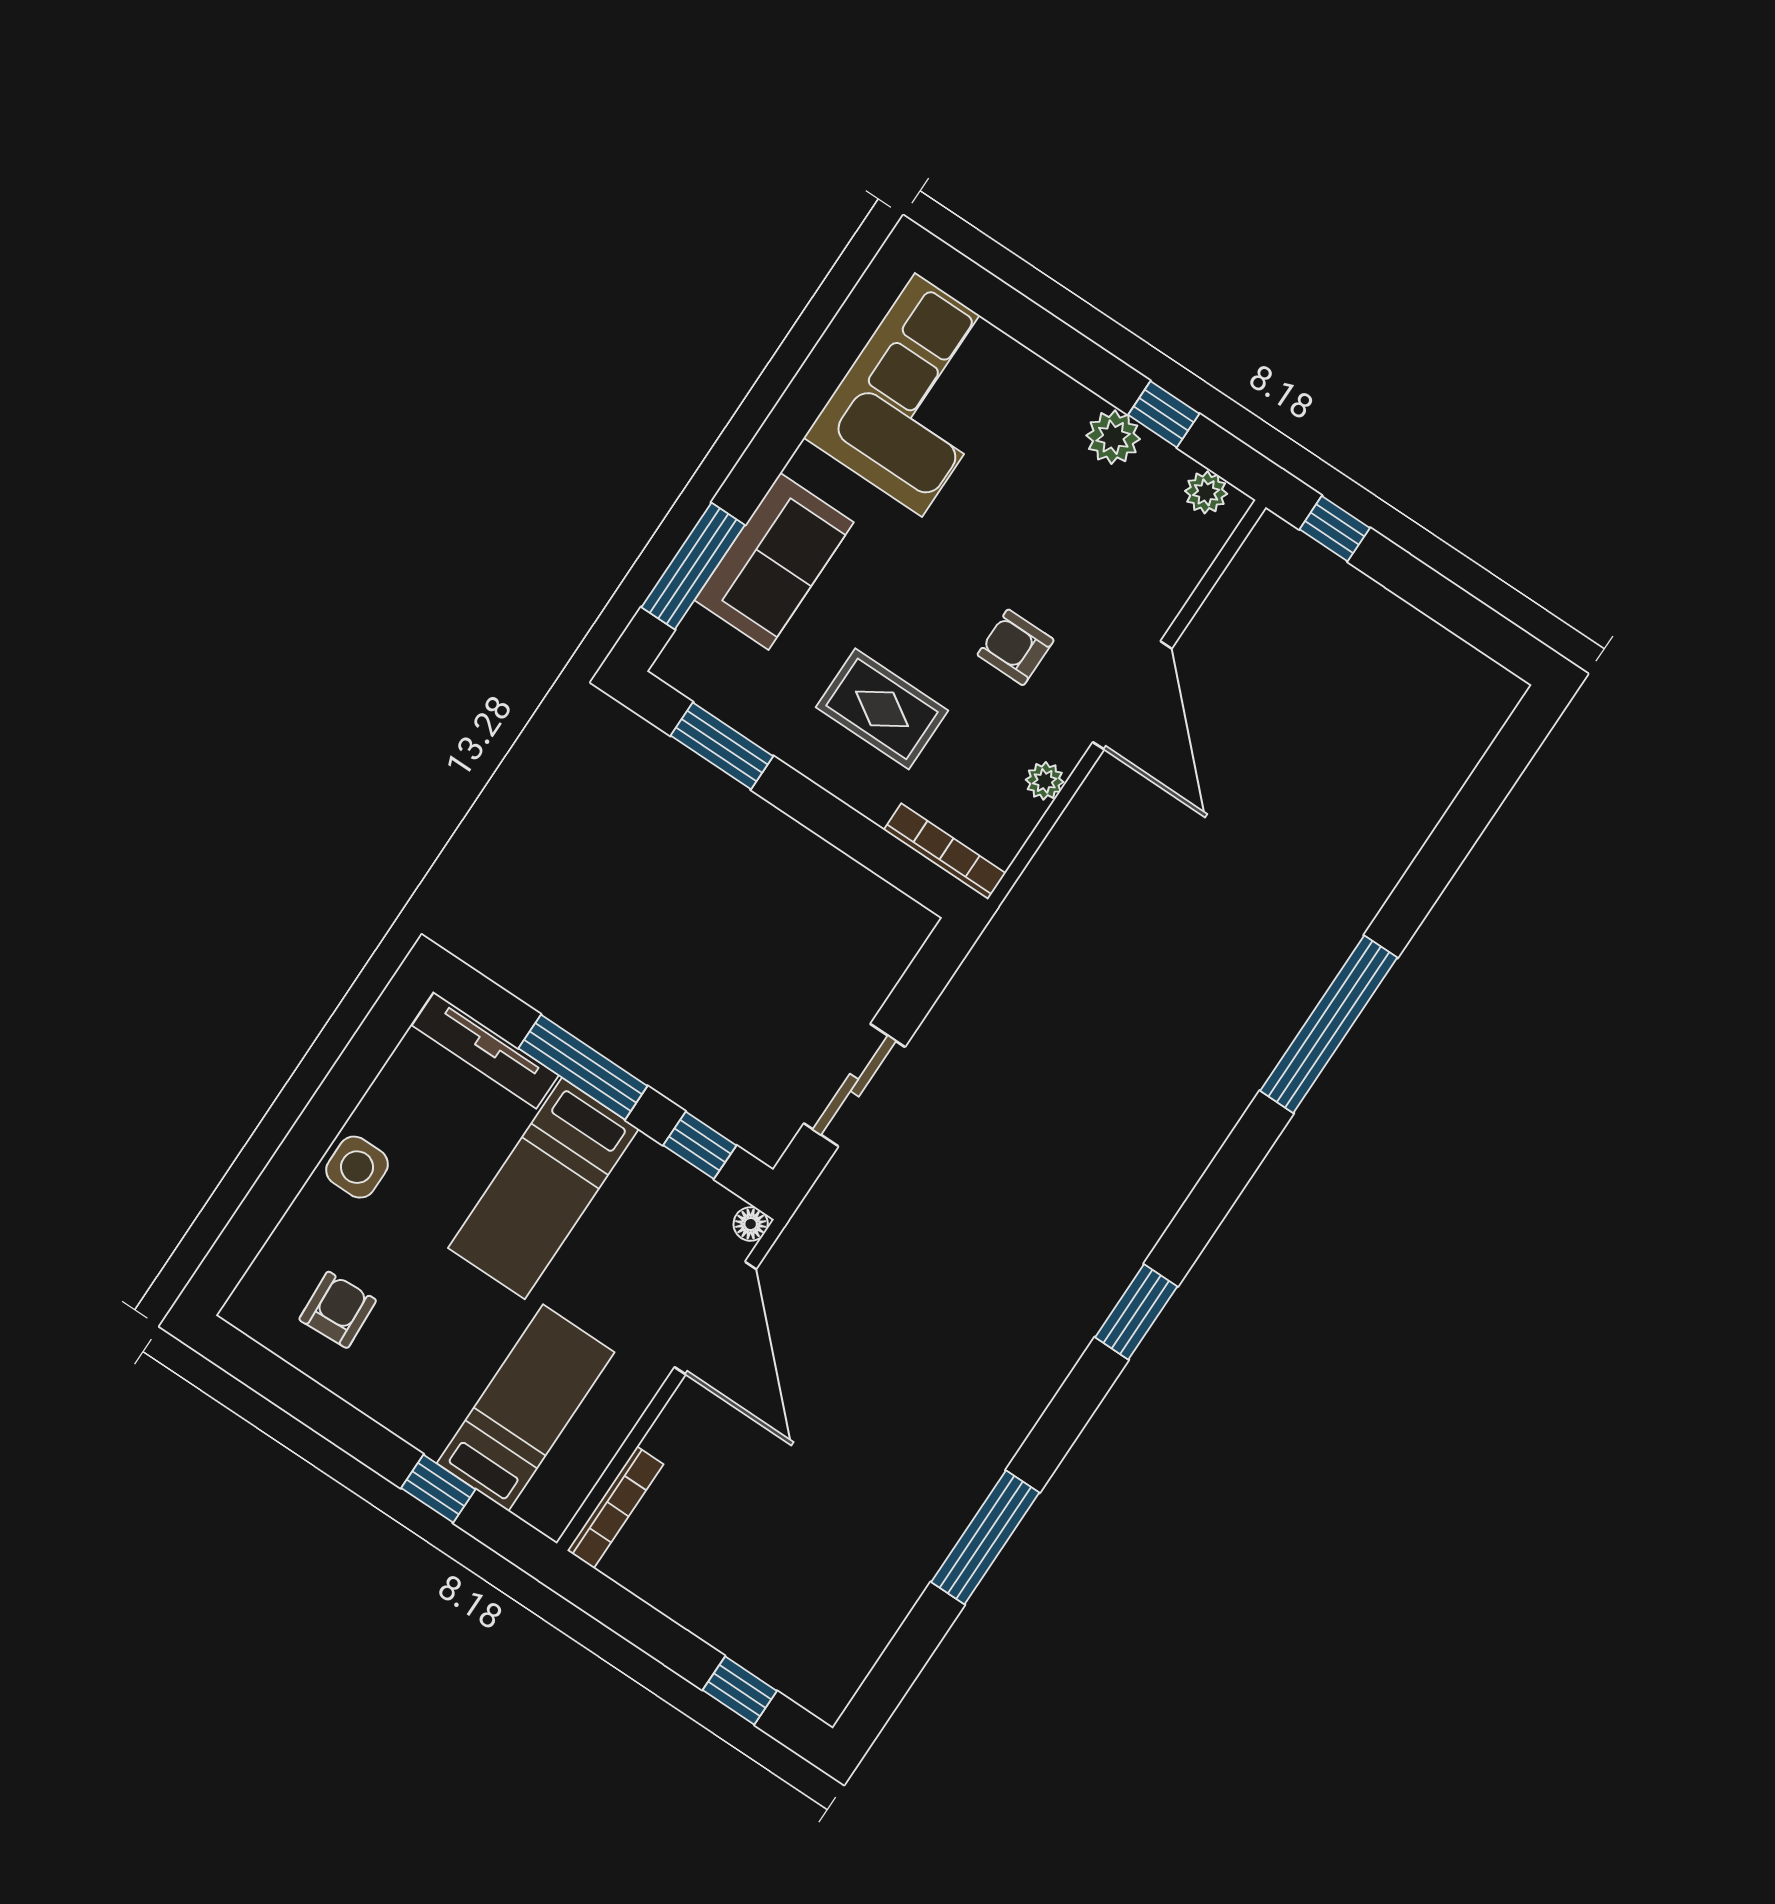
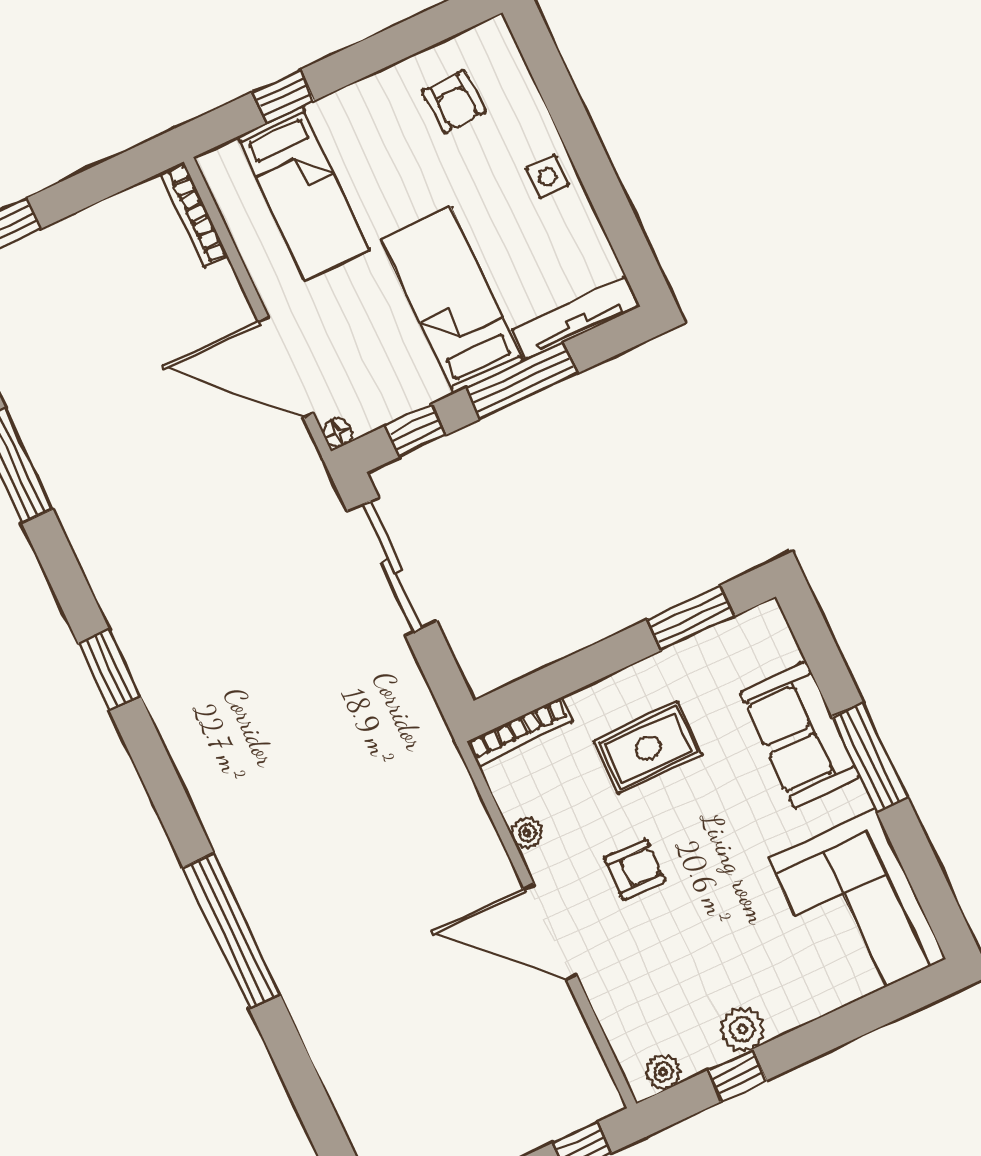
window: (693, 566) -> (870, 757), moved
sliding door: (854, 1085) -> (392, 566), width x1.37
side table: (357, 1167) -> (547, 177), width x0.73, depth x0.73

